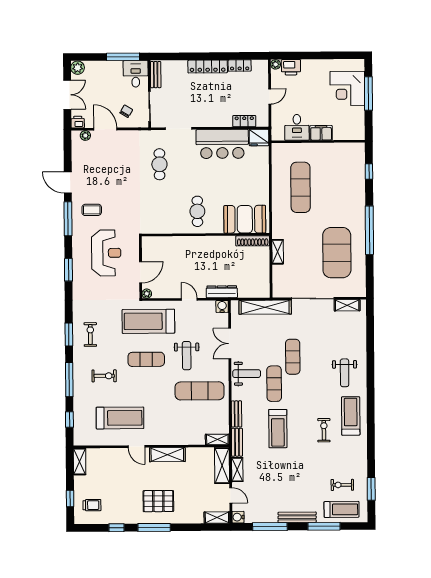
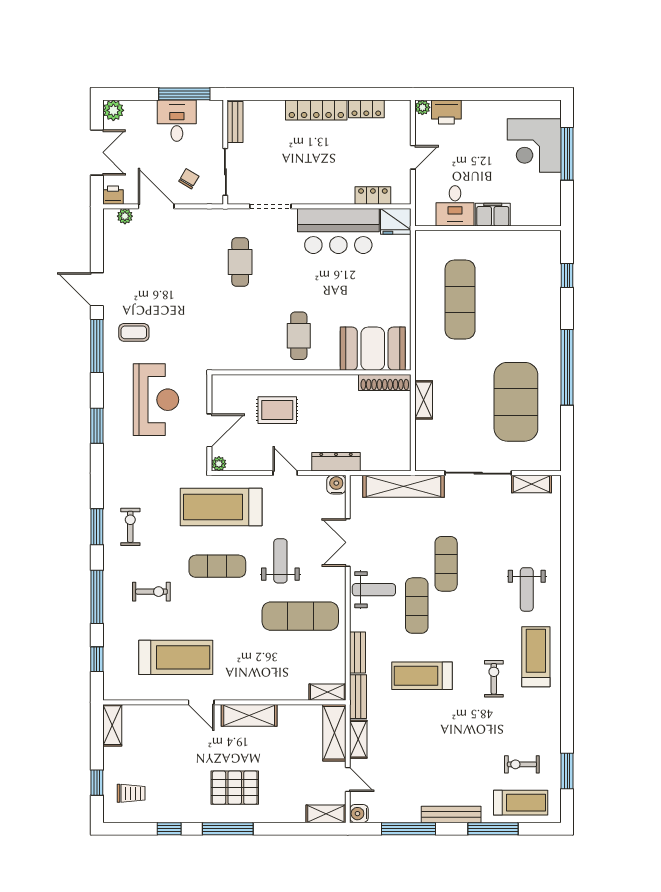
desk: (136, 74) -> (177, 121), moved
rug: (184, 259) -> (277, 410), added
weight bench: (187, 356) -> (280, 561), turned 180
treadmill: (278, 429) -> (422, 676), turned 90

